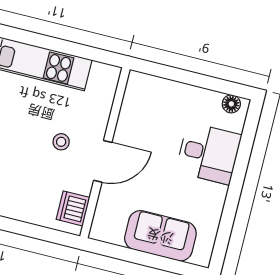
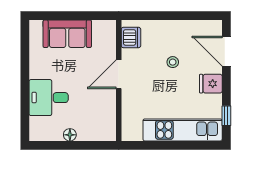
floor lamp: (231, 104) -> (70, 135), moved
stool: (61, 142) -> (173, 62), moved

